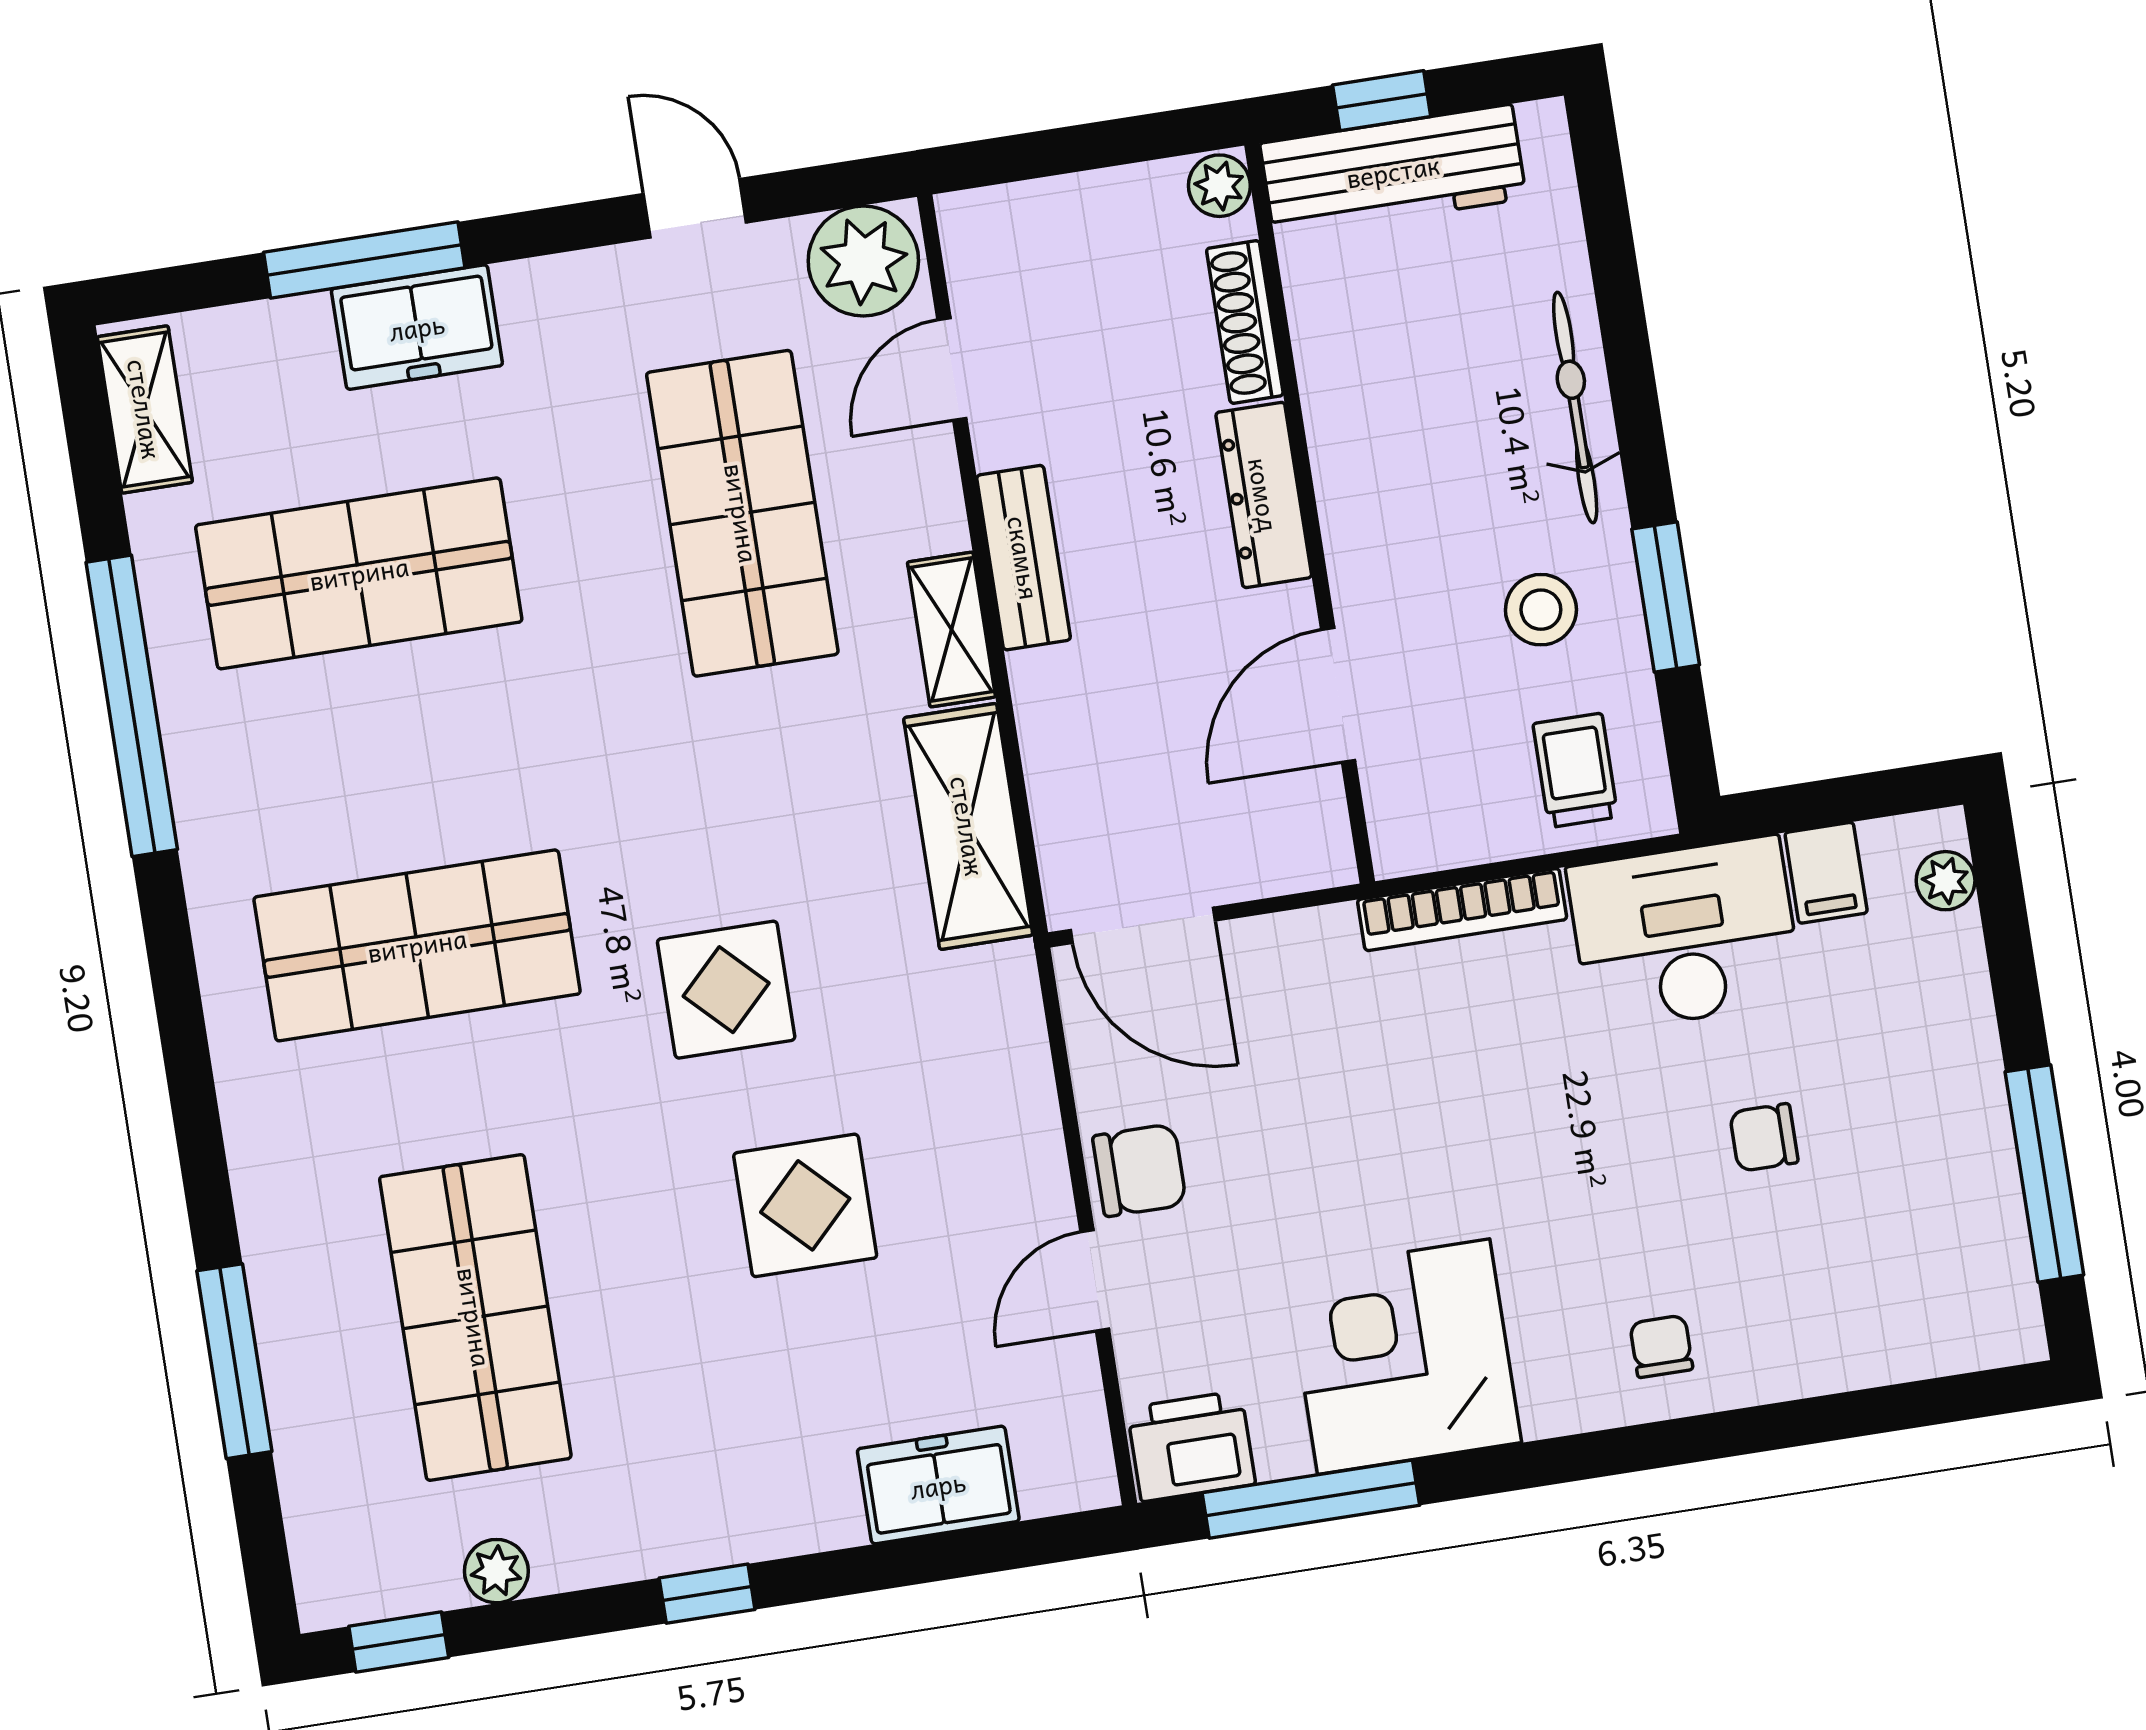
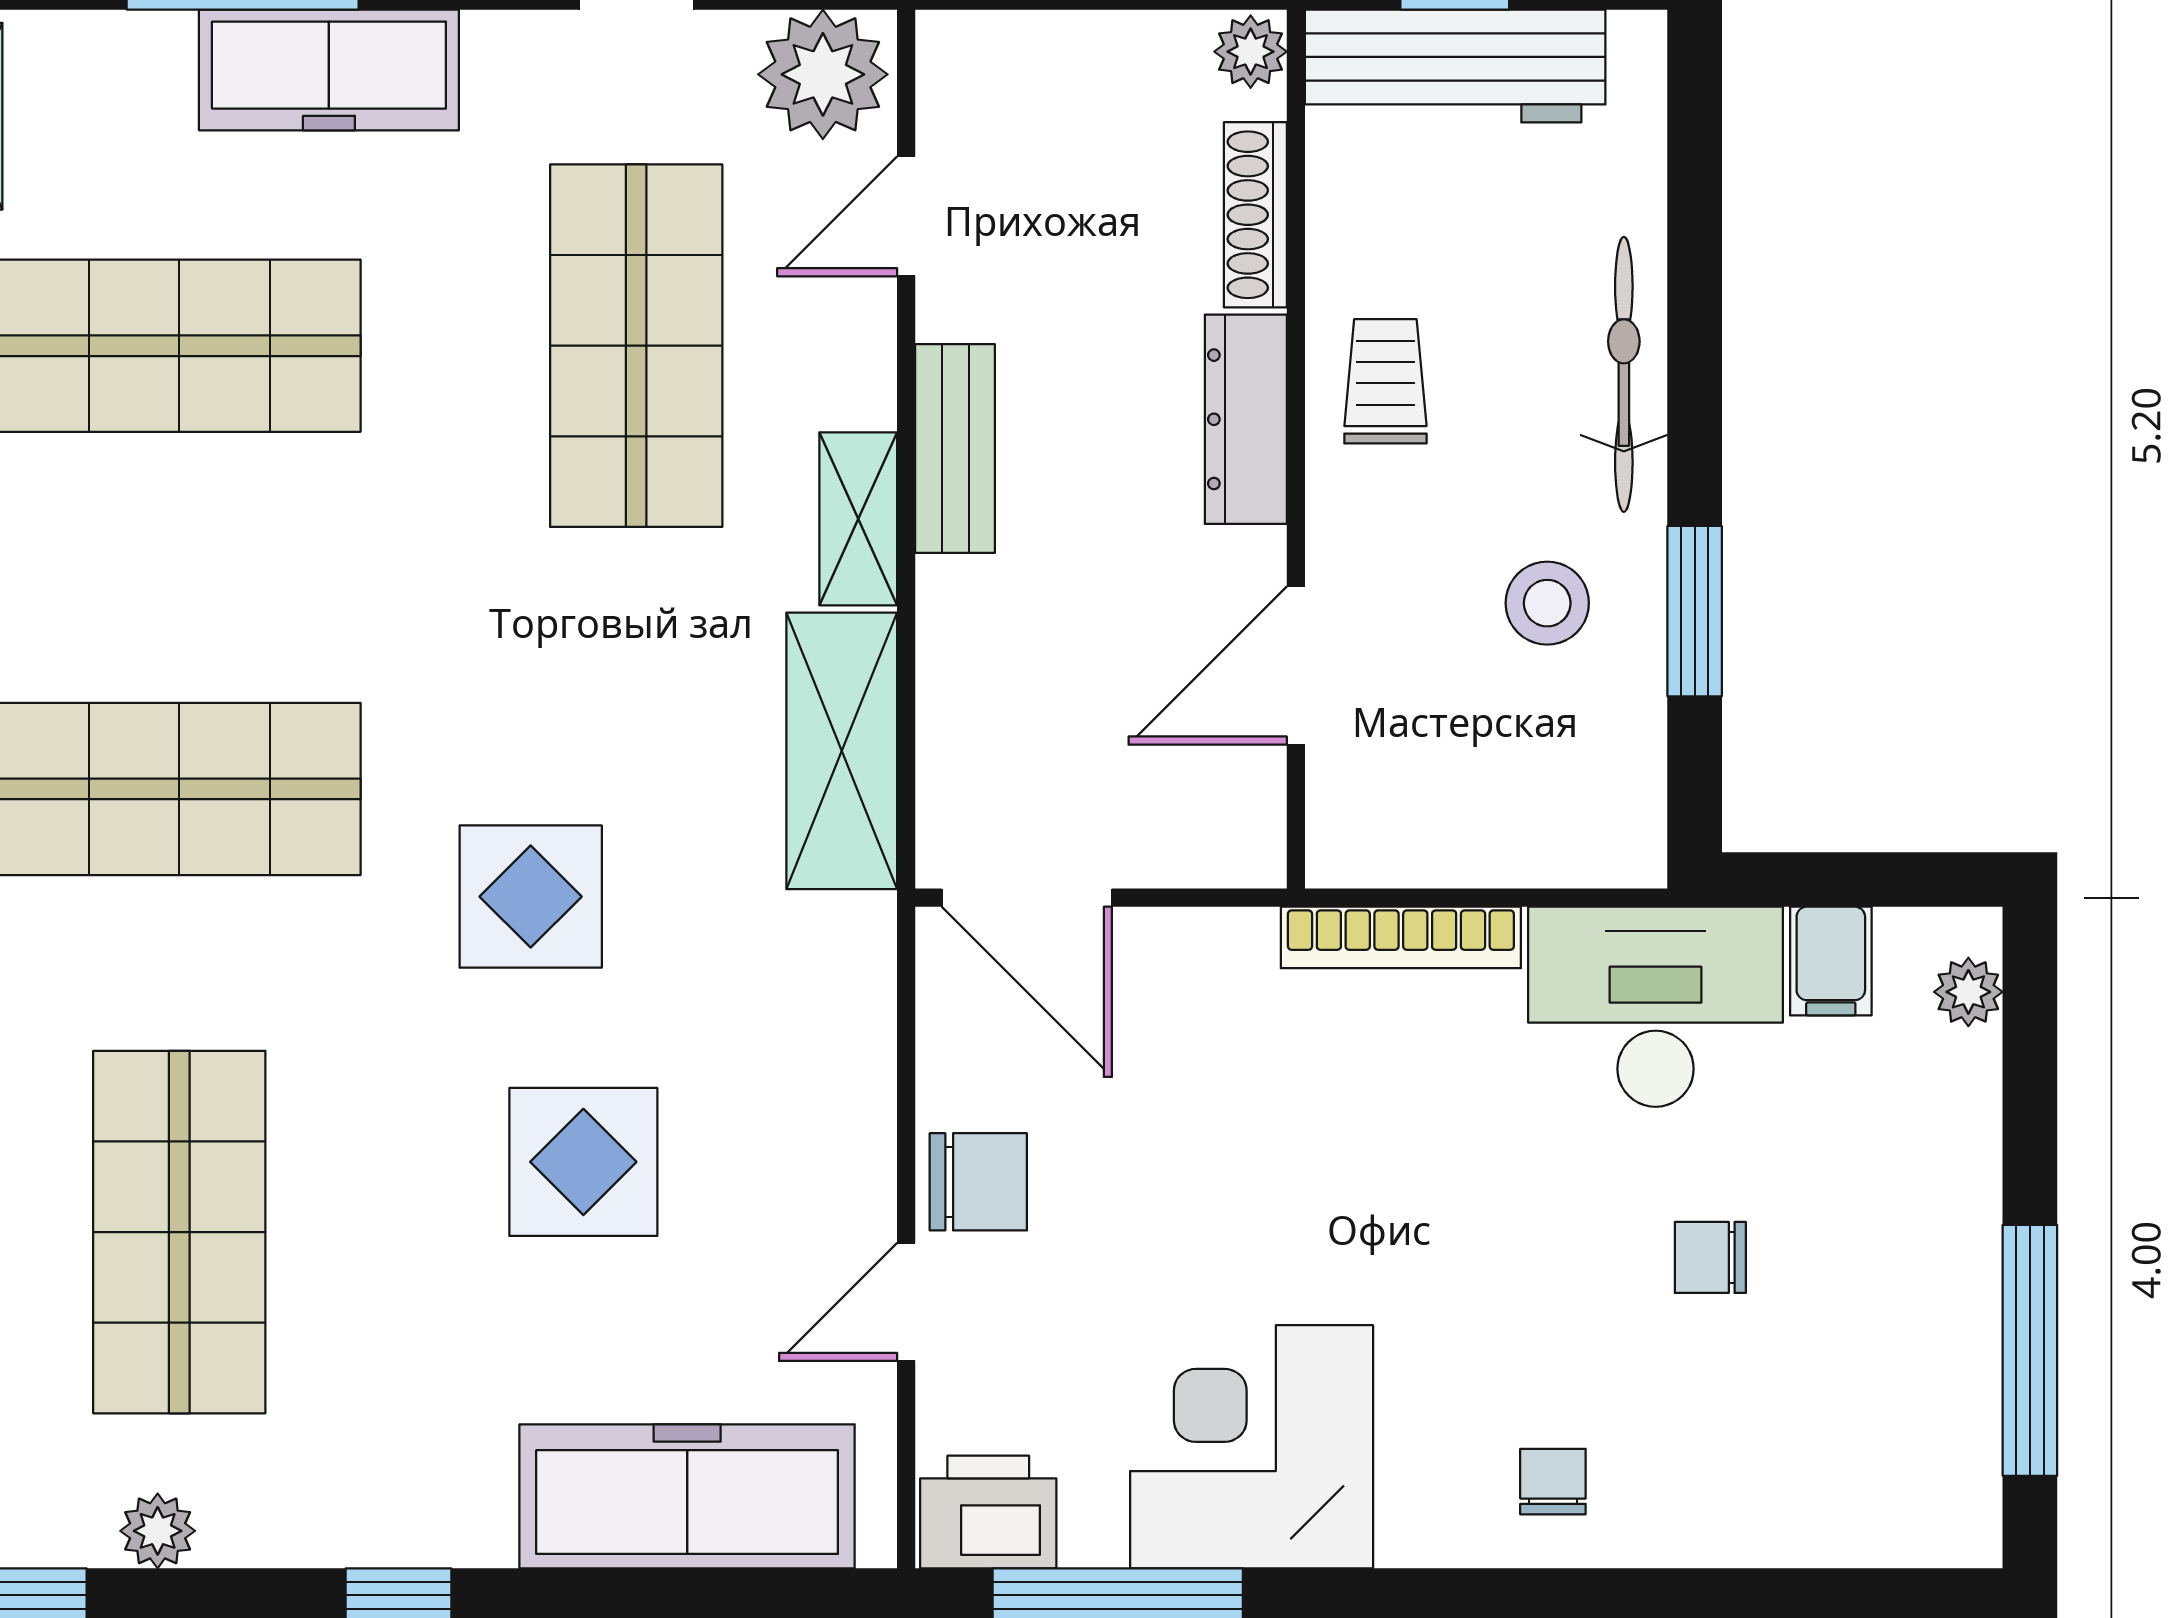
freezer: (417, 327) -> (329, 70), width x1.40
trolley: (1575, 770) -> (1385, 381), moved
freezer: (938, 1485) -> (687, 1496), width x1.91, depth x1.26

